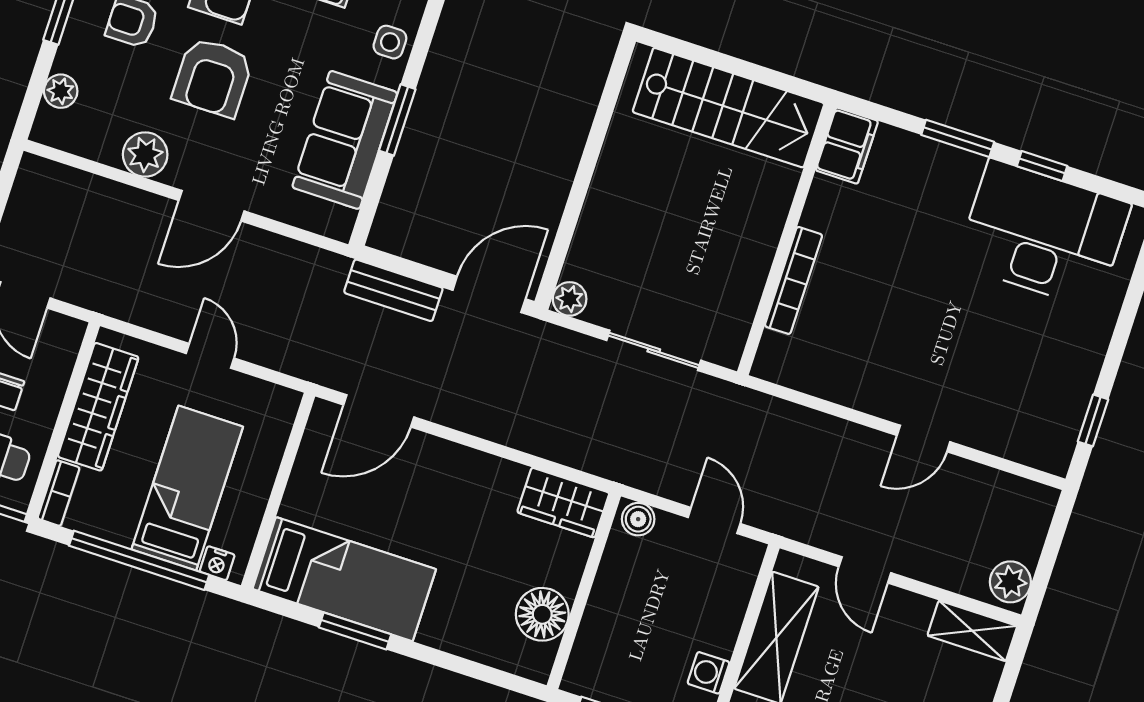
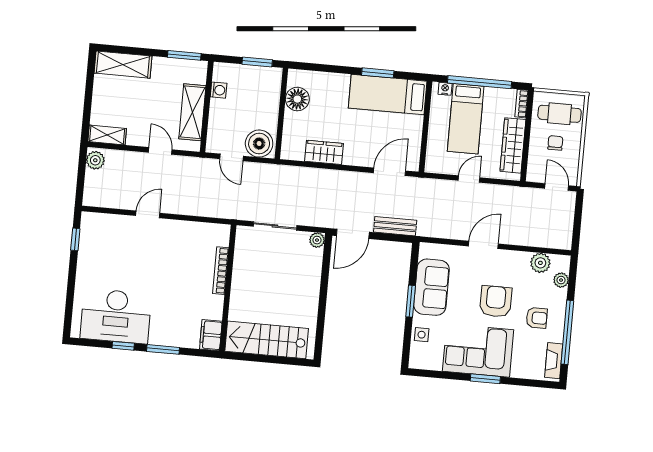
plant: (145, 155) -> (540, 263), moved
door: (210, 356) -> (469, 179), swing flipped
wardrobe: (563, 503) -> (324, 152), moved
boiler: (638, 519) -> (259, 144), width x1.86, depth x1.86

